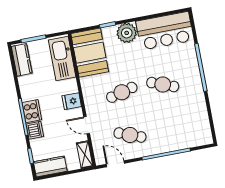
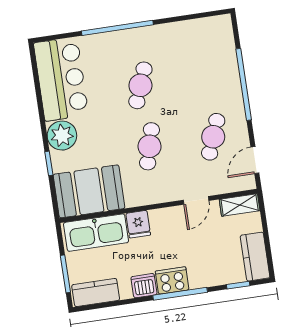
cafe table: (122, 92) -> (150, 146), turned 30
fridge: (72, 101) -> (138, 224), moved
dishwasher: (35, 130) -> (144, 286), moved

